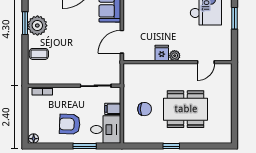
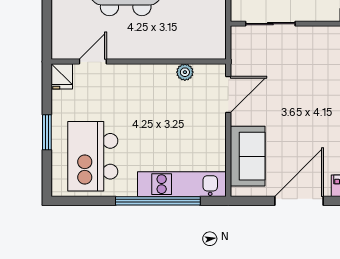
fridge: (162, 53) -> (62, 76), moved
plant: (175, 56) -> (185, 72), moved

